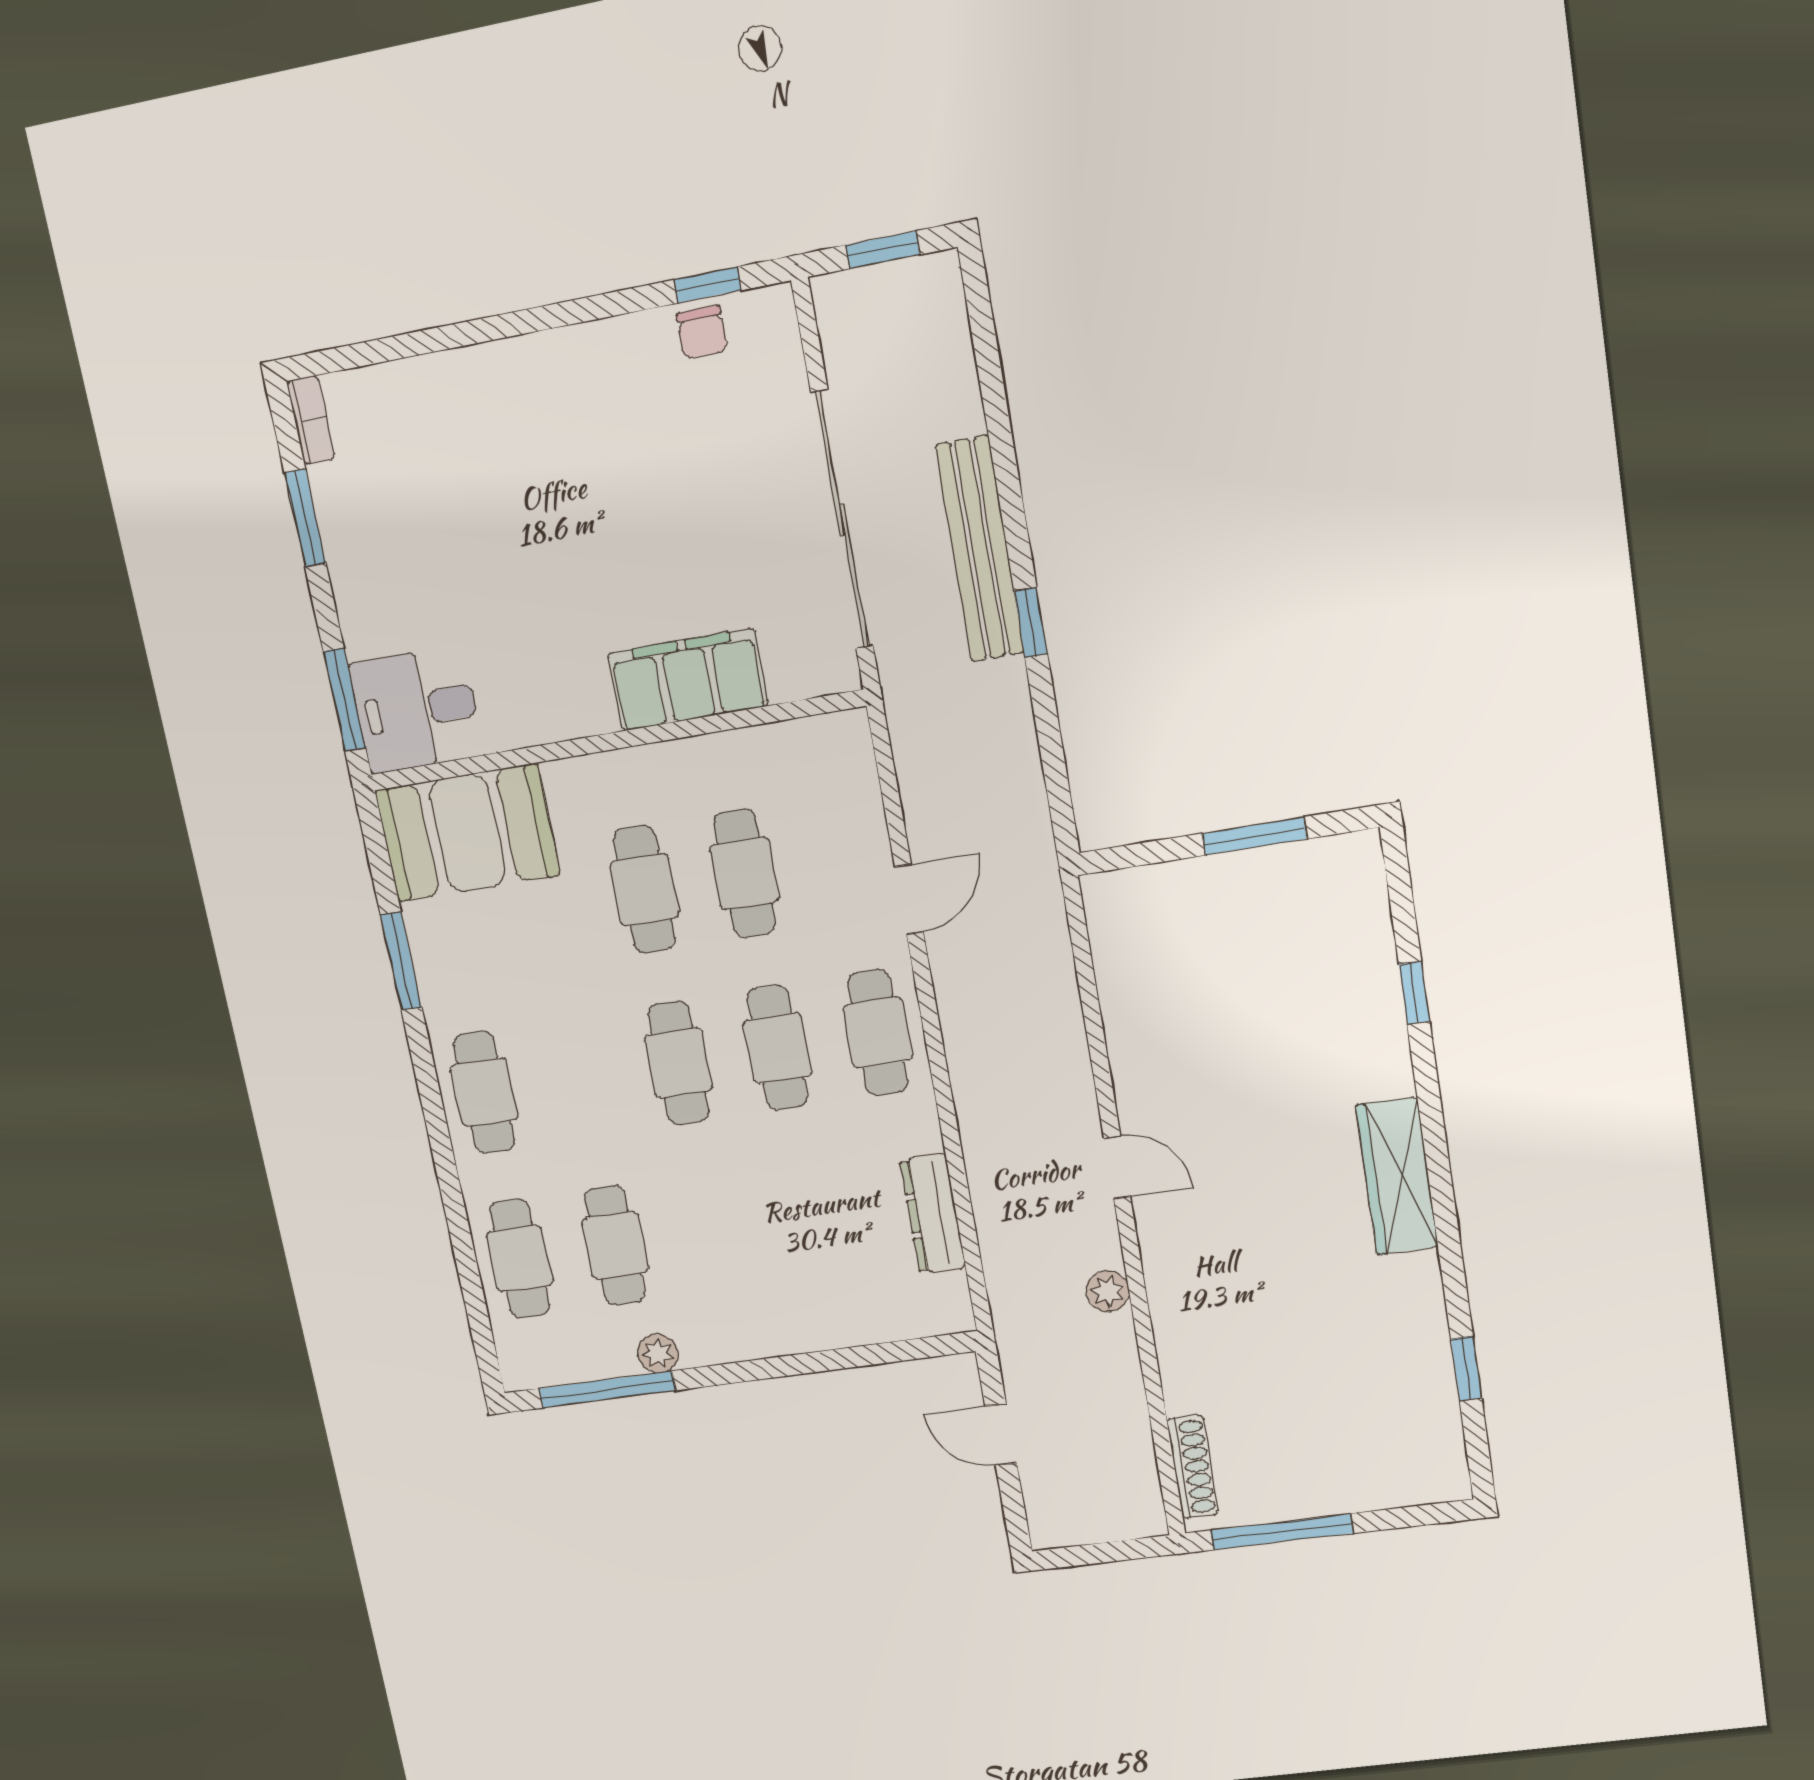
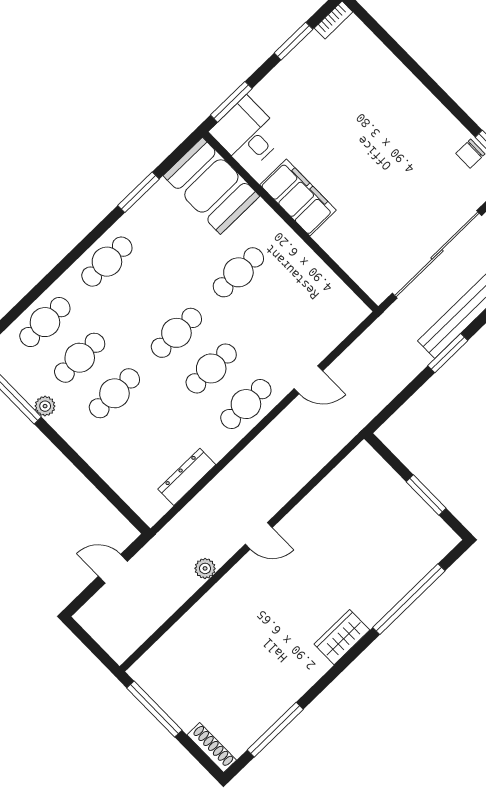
window: (1031, 623) -> (448, 353), width x1.50
filing cabinet: (688, 680) -> (298, 197), moved
cafe table: (744, 873) -> (114, 393), moved
window: (1414, 993) -> (409, 599), width x3.17
door: (1117, 1167) -> (259, 536), hinge flipped
wardrobe: (1397, 1176) -> (342, 637), width x0.67
window: (1466, 1369) -> (275, 730), width x2.17
door: (1001, 1435) -> (113, 569), hinge flipped
shoe rack: (1193, 1467) -> (212, 748), moved, turned -90

